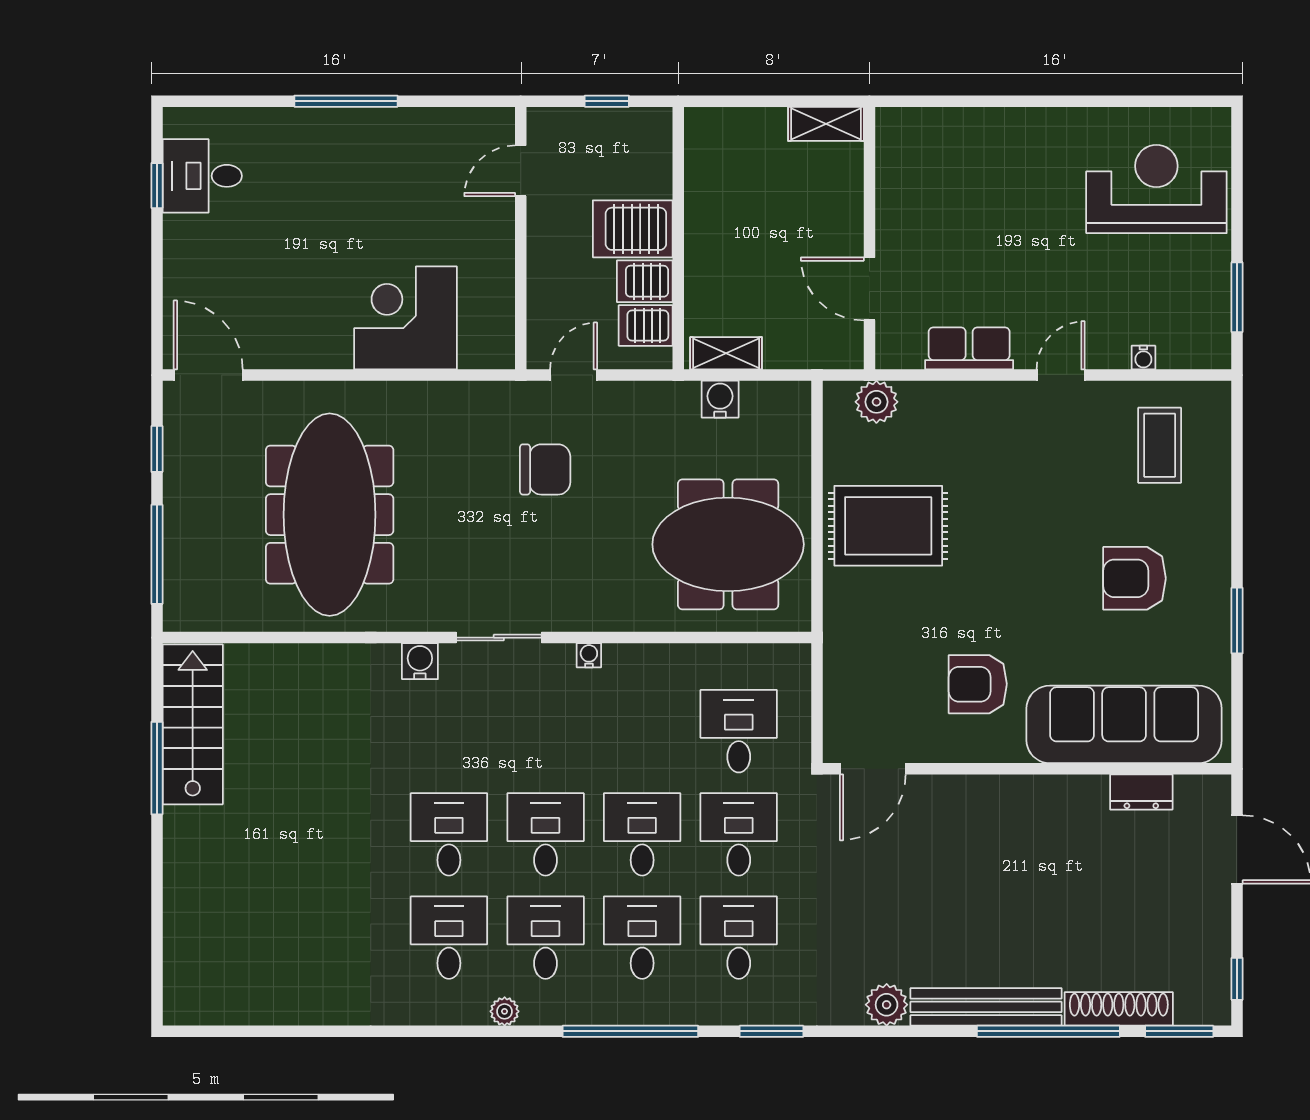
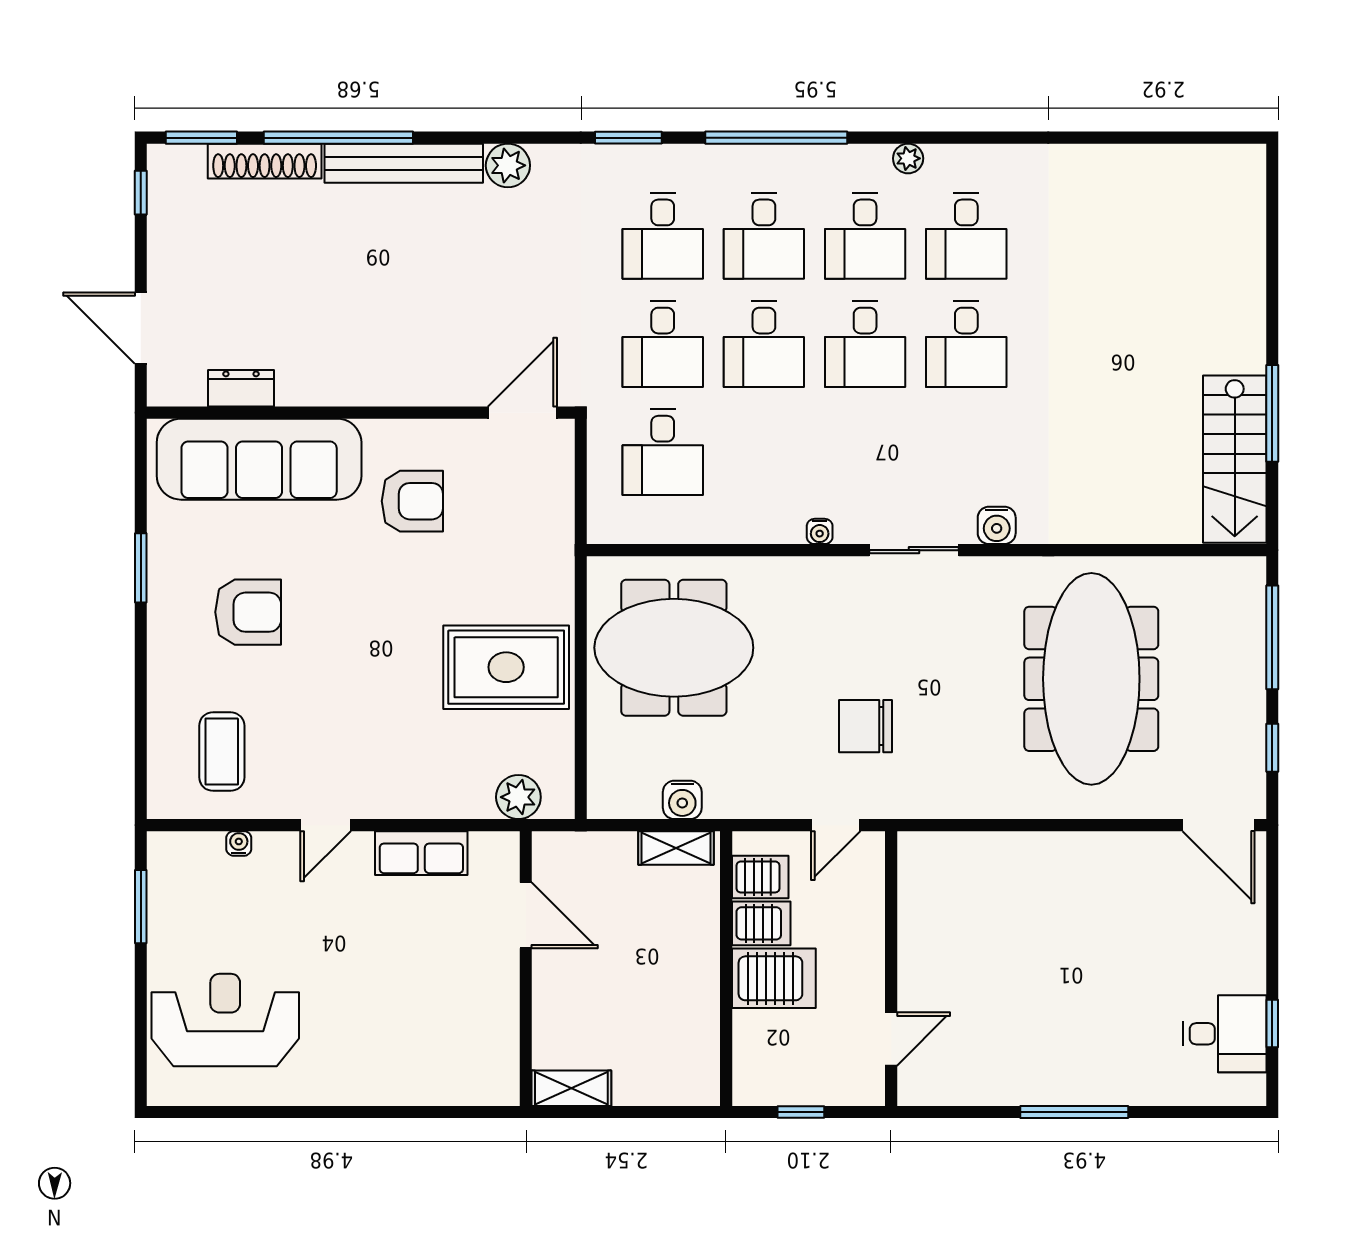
reception desk: (1156, 189) -> (225, 1020), turned 180
corner desk: (405, 318) -> (1012, 885), removed

